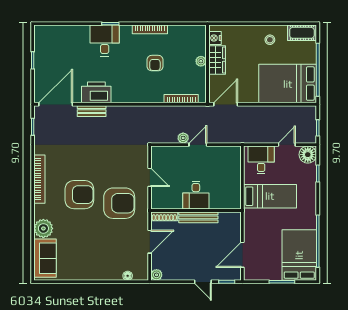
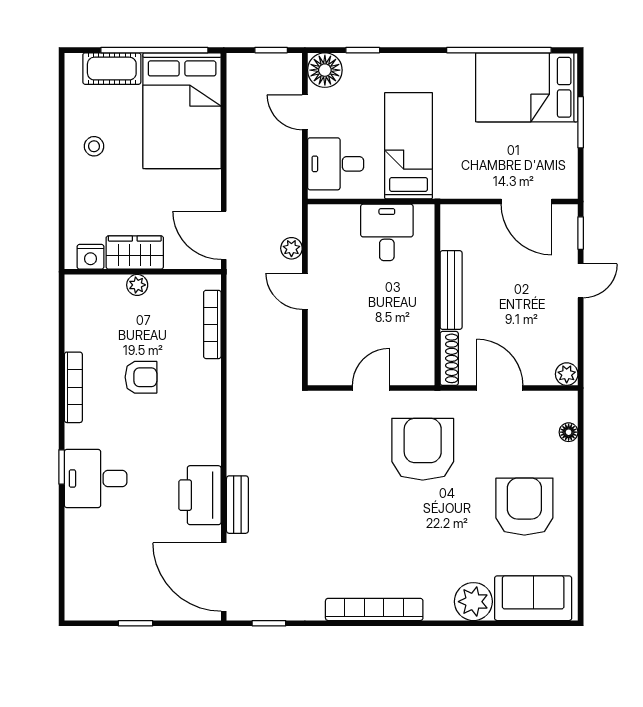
cot: (302, 33) -> (112, 69), moved, turned 90
plant: (183, 138) -> (291, 248), moved
armchair: (79, 195) -> (524, 507), moved
desk: (196, 195) -> (387, 232), moved, turned -90

